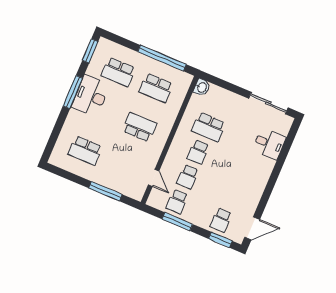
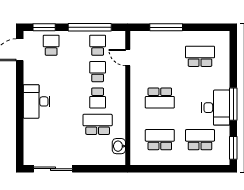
window: (162, 58) -> (166, 169), removed
washbasin: (202, 87) -> (119, 146), moved
desk: (269, 144) -> (37, 101), moved, width x1.37
school desk: (198, 152) -> (98, 98), turned 180
window: (177, 222) -> (90, 27), width x1.46

